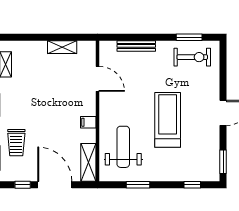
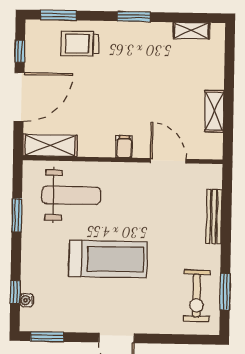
door: (98, 79) -> (168, 161), swing flipped
filing cabinet: (88, 122) -> (124, 147), moved
water cooler: (198, 177) -> (27, 300), added

